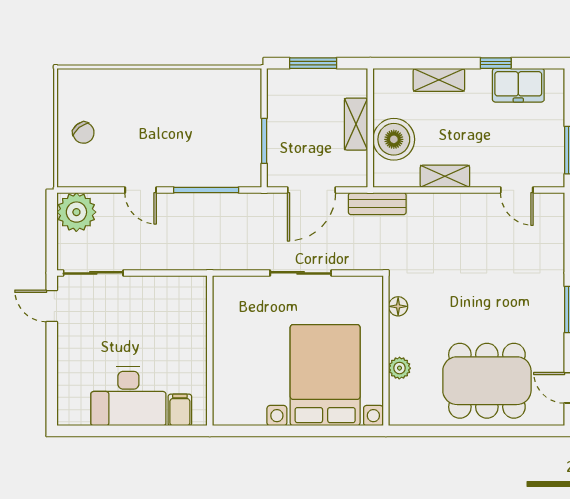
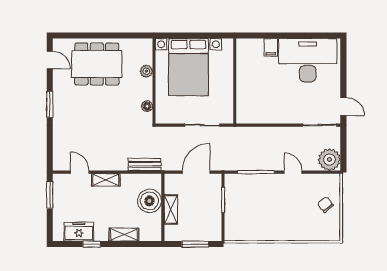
shelving: (445, 176) -> (106, 180), moved
bench: (377, 204) -> (144, 164), moved
wall: (210, 351) -> (235, 81), moved
desk: (128, 396) -> (308, 60), width x1.36, depth x1.30

